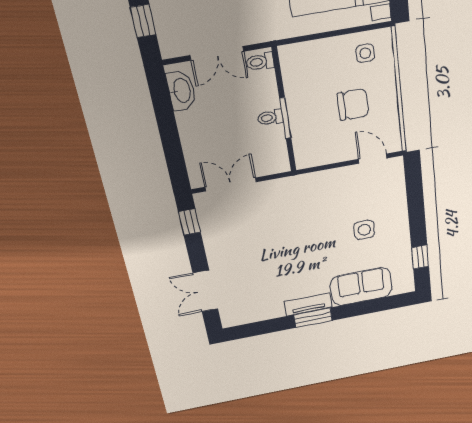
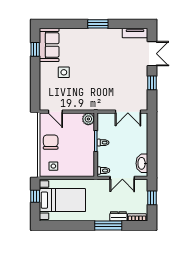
double door: (217, 53) -> (122, 178), swing flipped
chair: (353, 105) -> (51, 142), moved, turned 90
plant: (306, 157) -> (88, 119), added
window: (189, 222) -> (152, 83), moved
sofa: (361, 286) -> (49, 45), moved, turned -90
tv unit: (308, 304) -> (135, 33), moved

